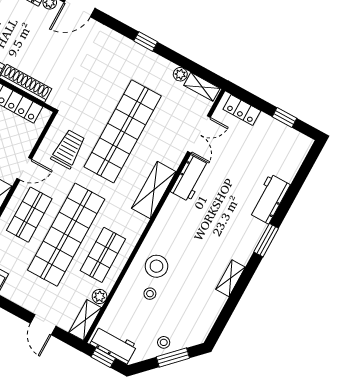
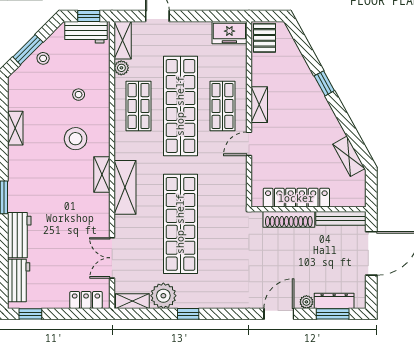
window: (146, 41) -> (188, 314), moved
plant: (180, 74) -> (163, 296), width x1.88, depth x1.88
window: (285, 117) -> (30, 314), moved
trolley: (68, 149) -> (220, 182), removed
workbench: (190, 178) -> (19, 280), moved, turned 180
shelving: (168, 212) -> (102, 175), added
stool: (156, 266) -> (76, 139), moved
shelving: (231, 278) -> (15, 128), moved

